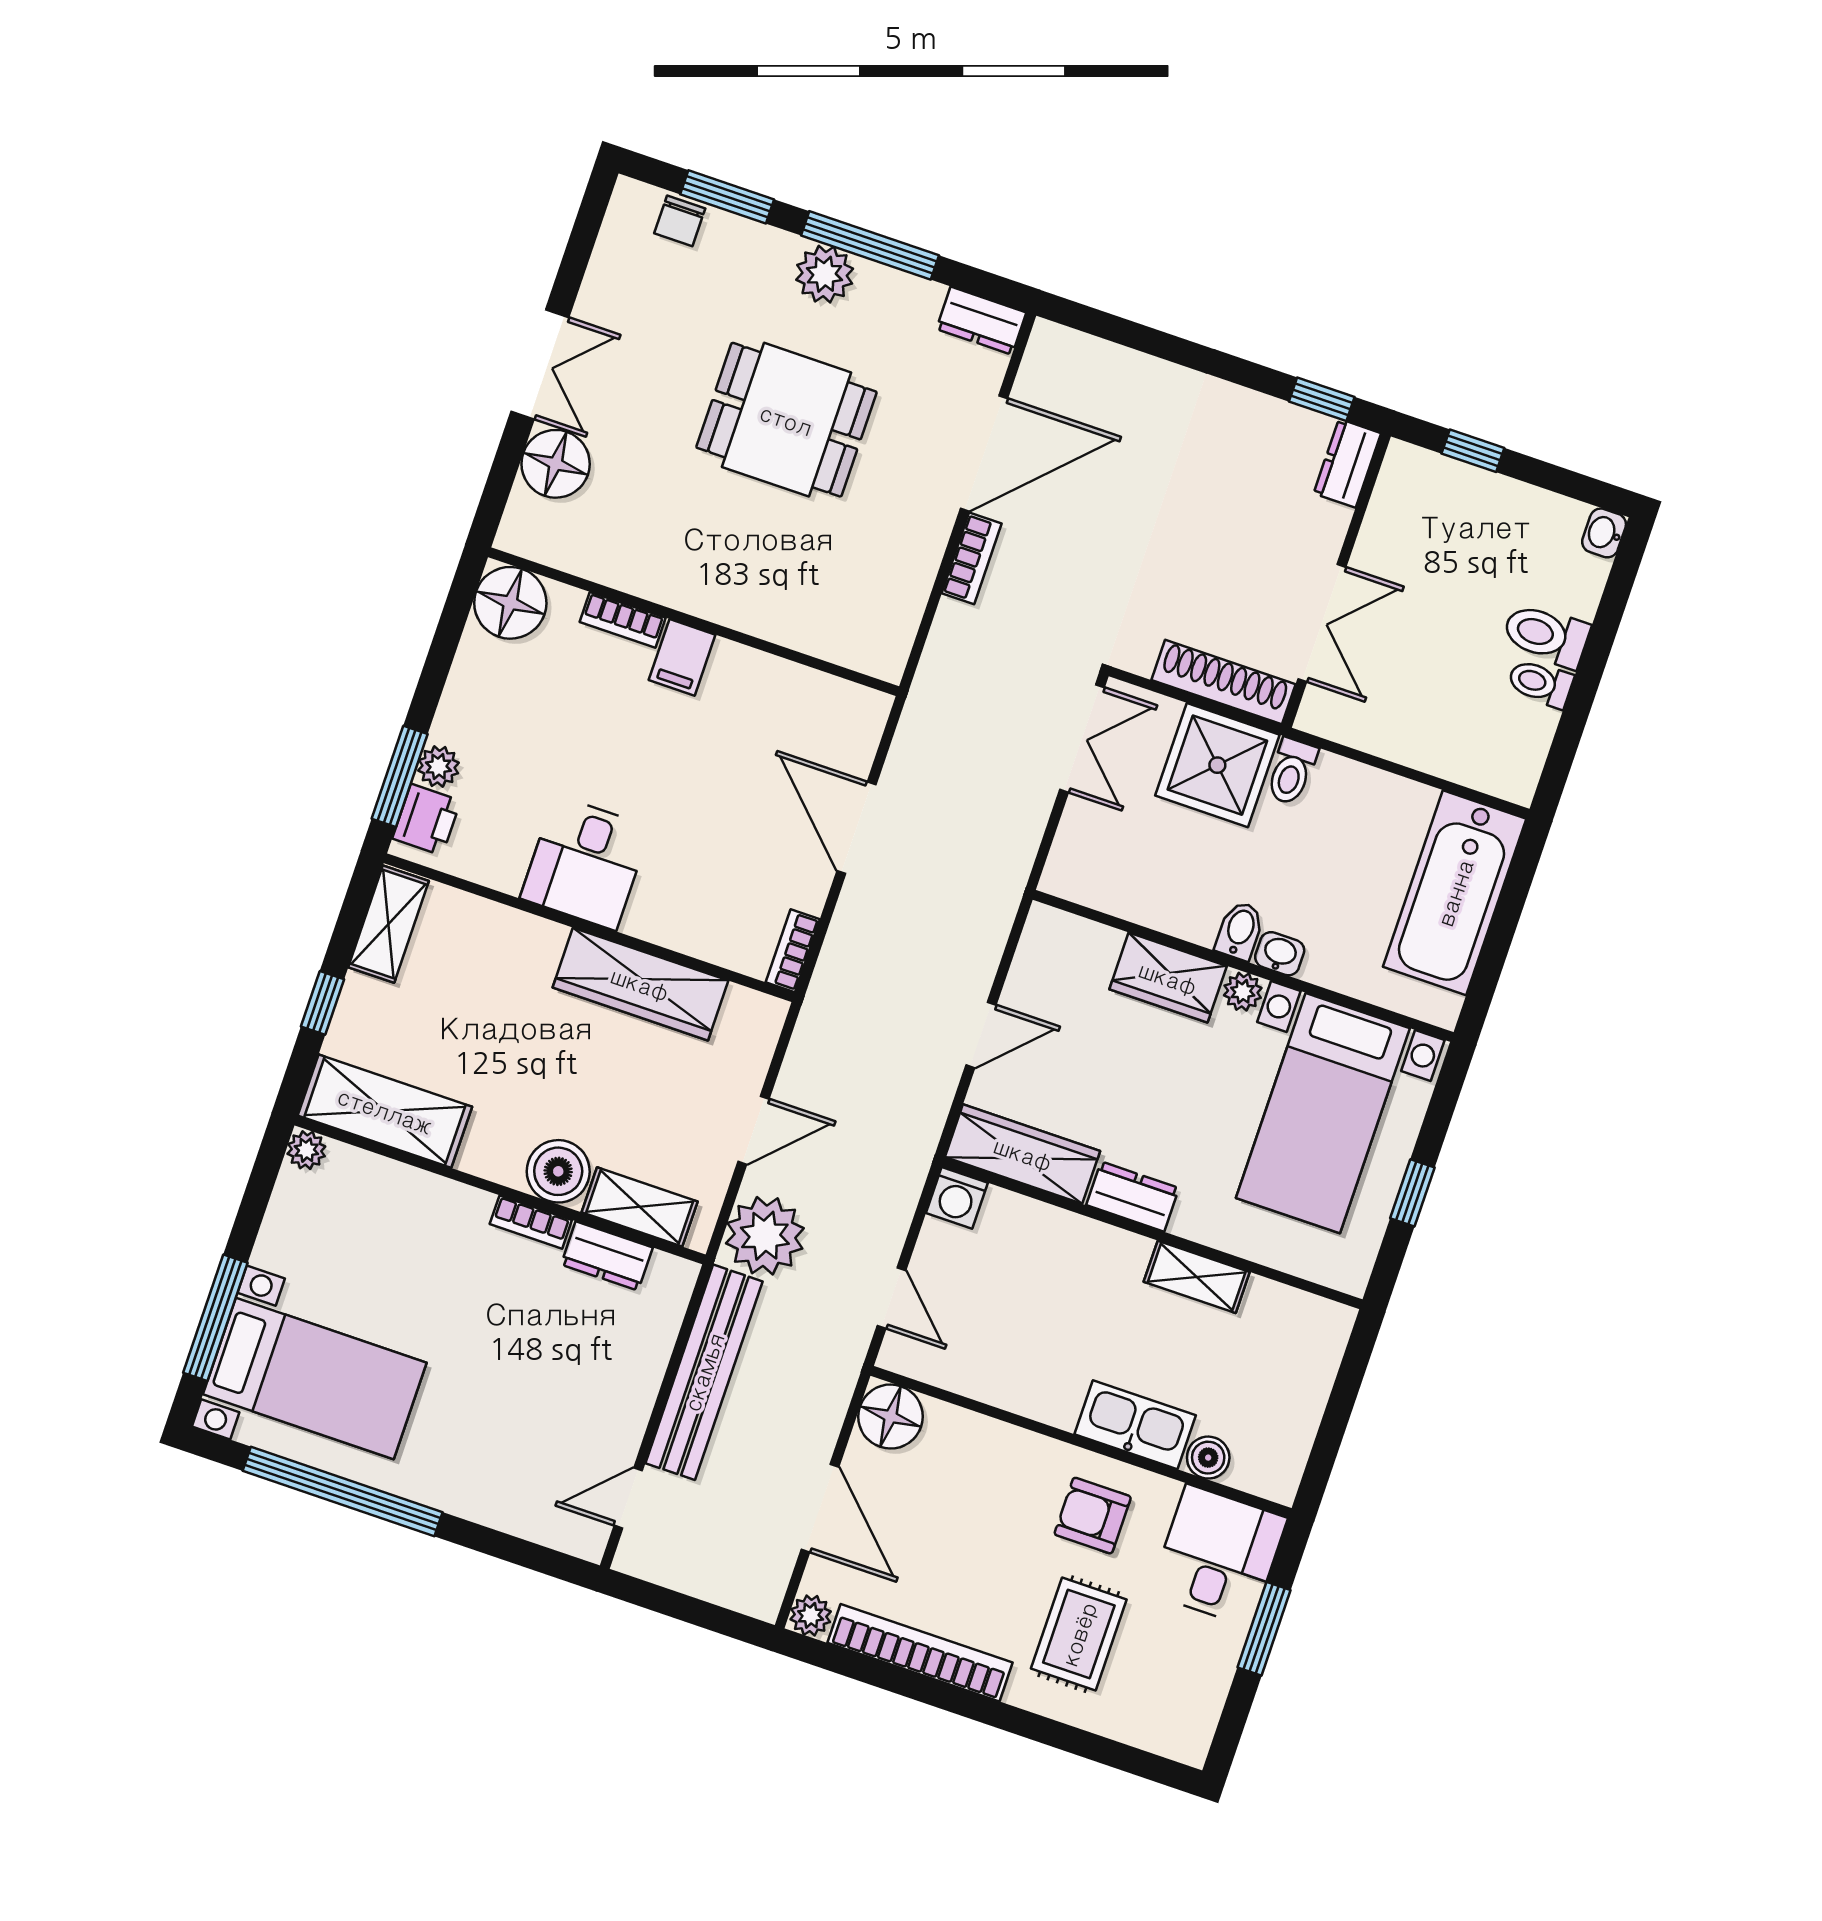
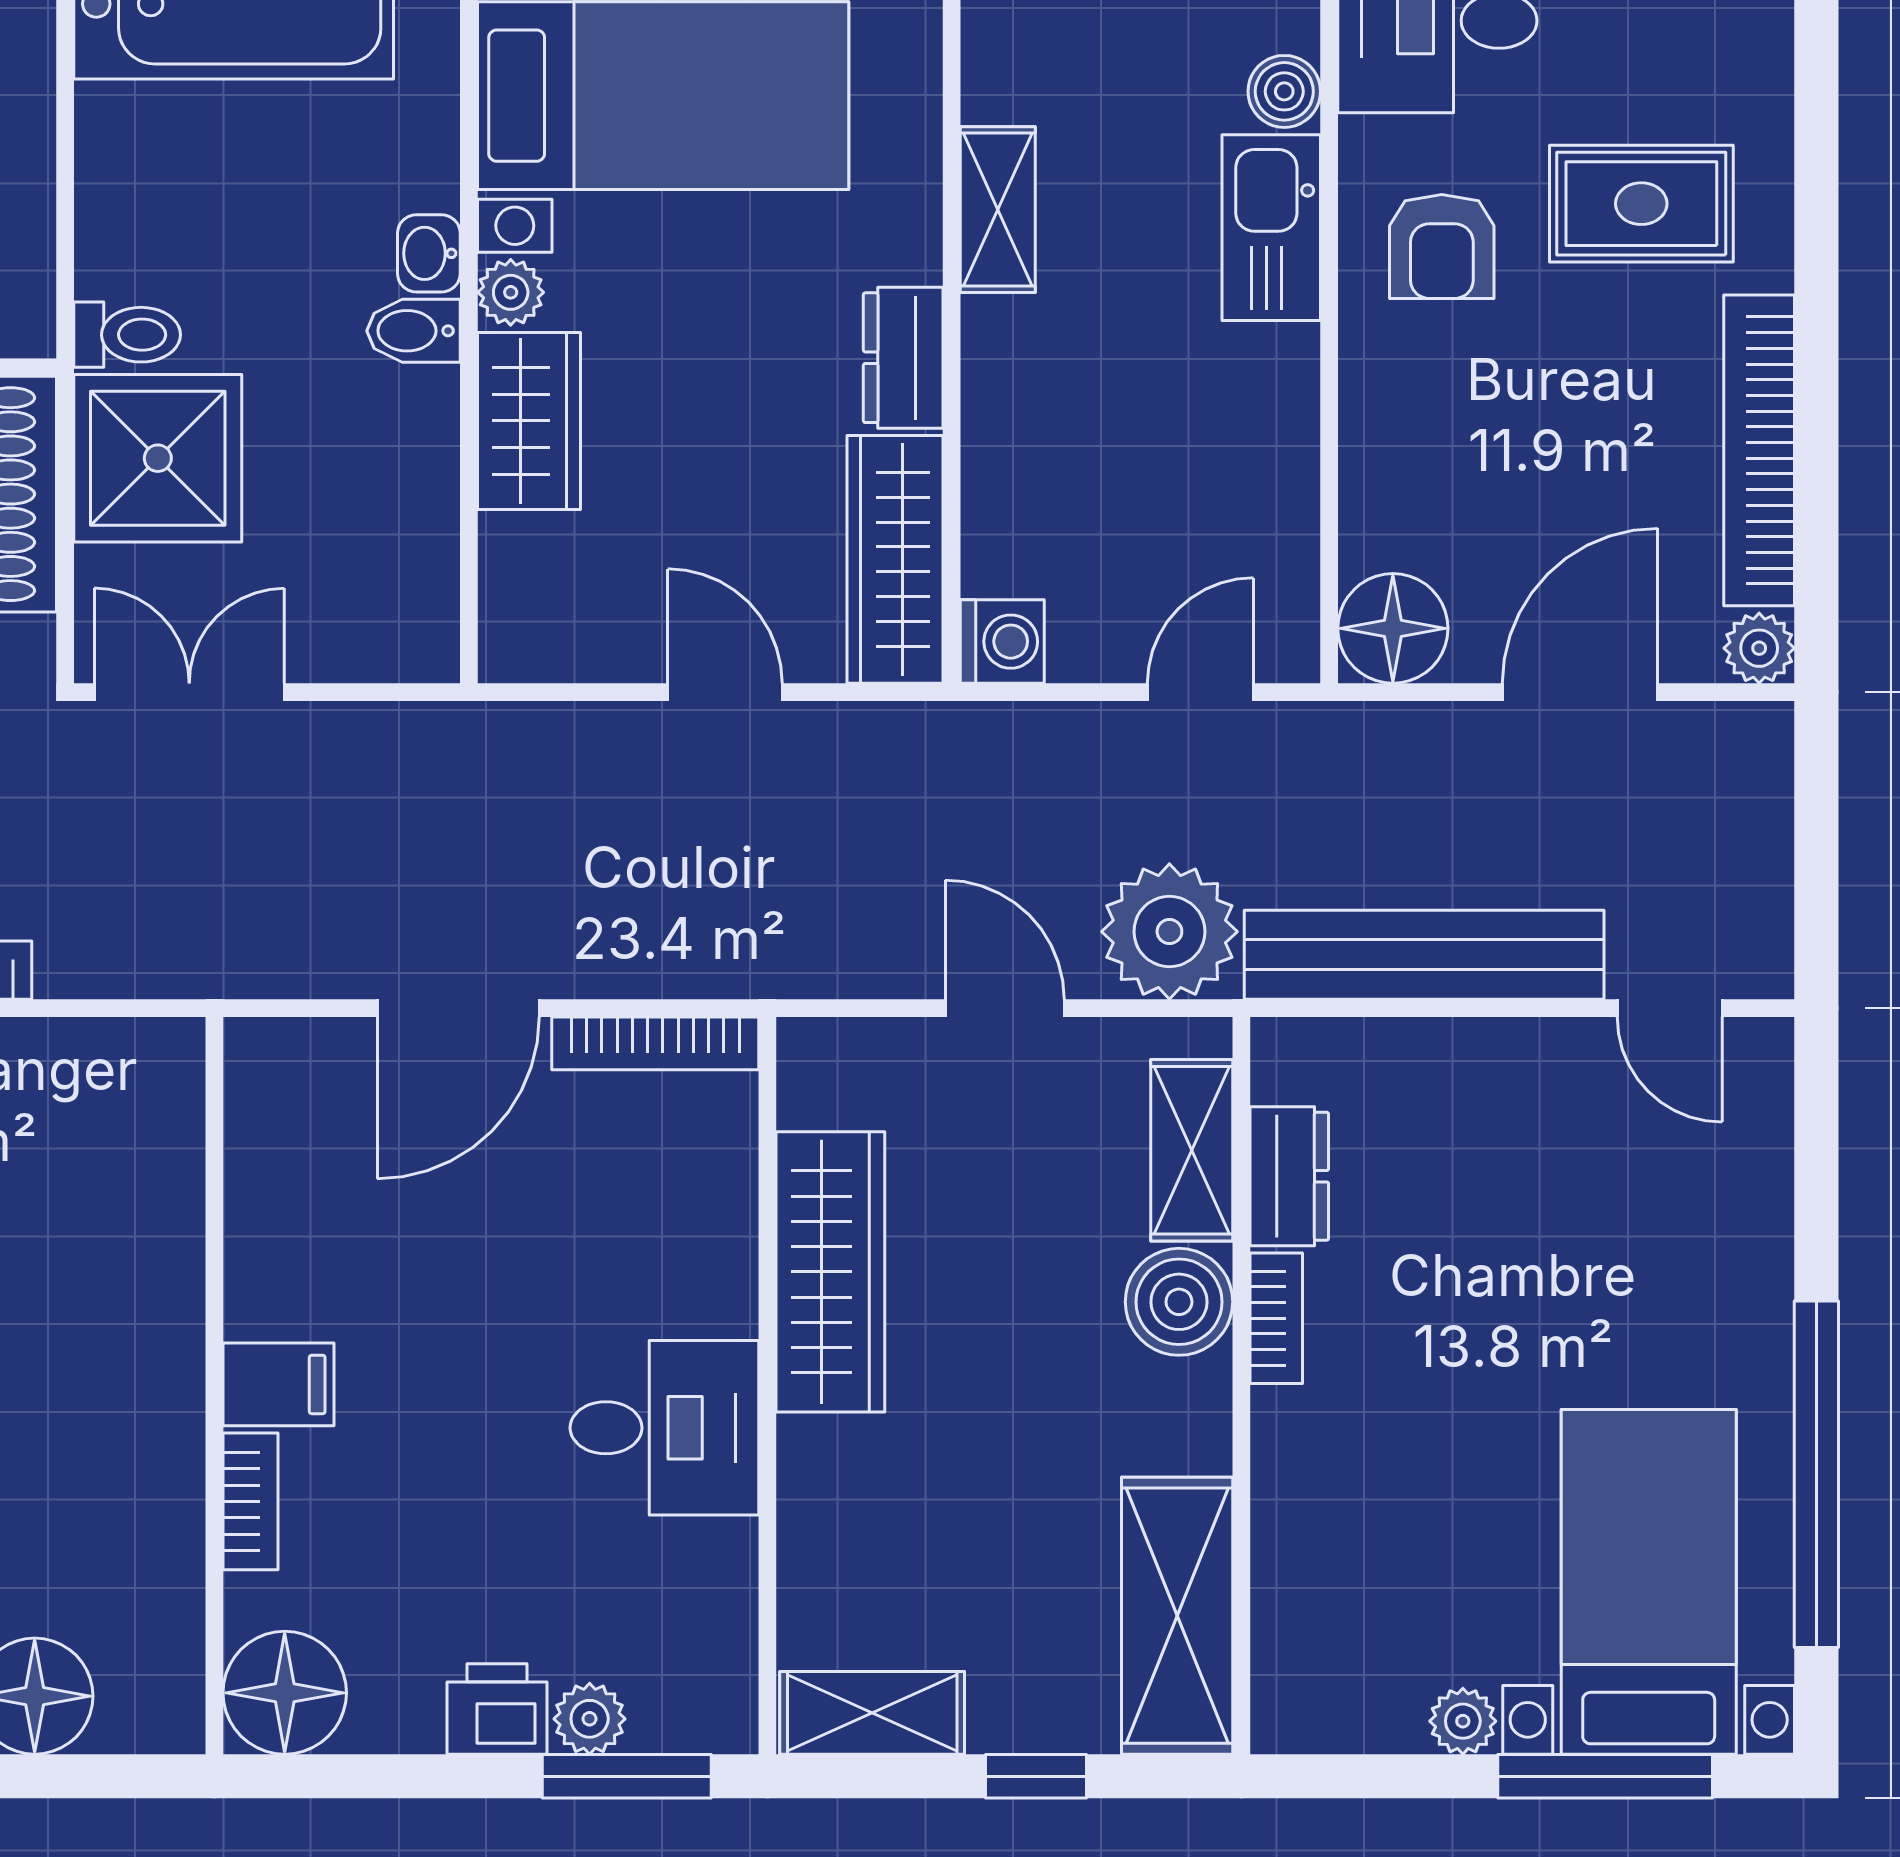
printer: (426, 820) -> (497, 1709), moved
bookcase: (793, 951) -> (655, 1043), width x1.56
plant: (306, 1150) -> (1463, 1721), moved

